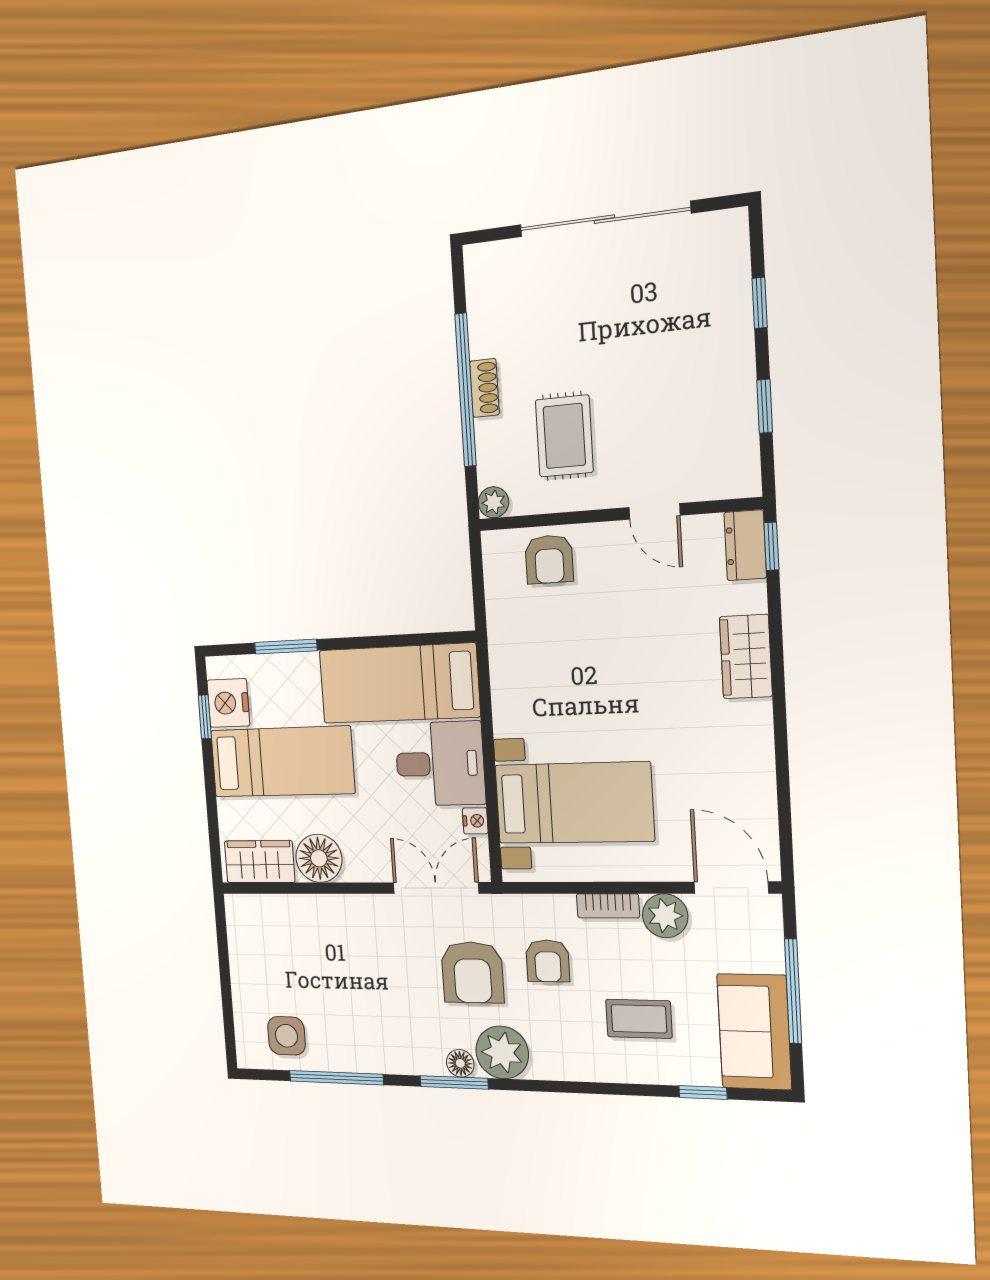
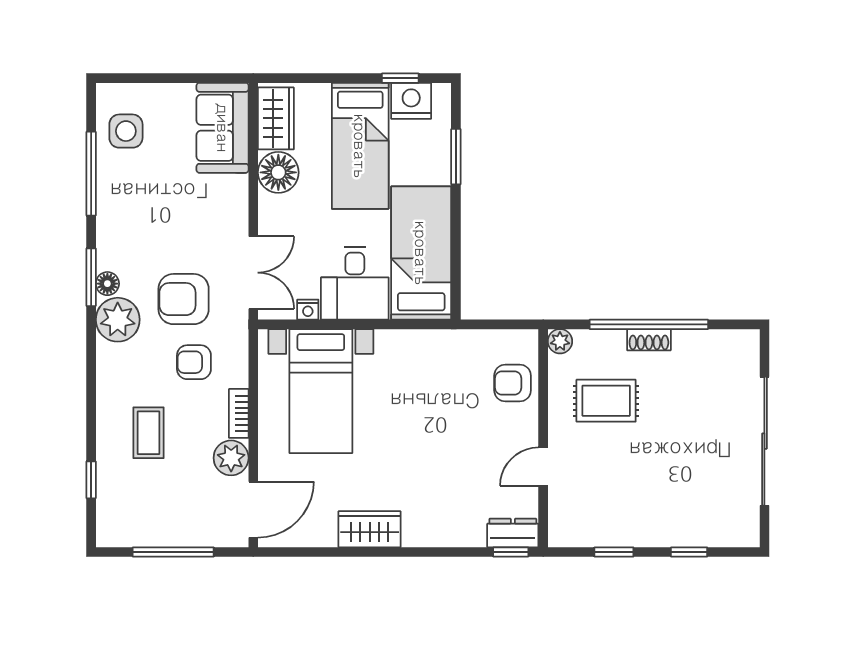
wardrobe: (746, 657) -> (370, 529), moved
sofa: (754, 1032) -> (223, 128), moved, turned -90

